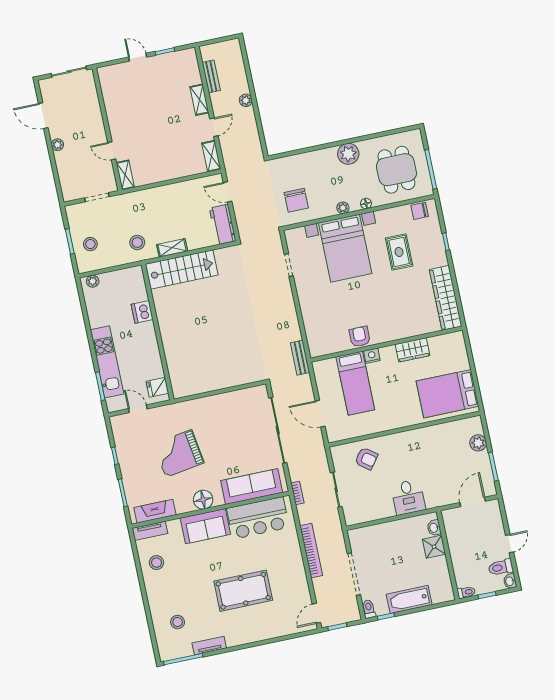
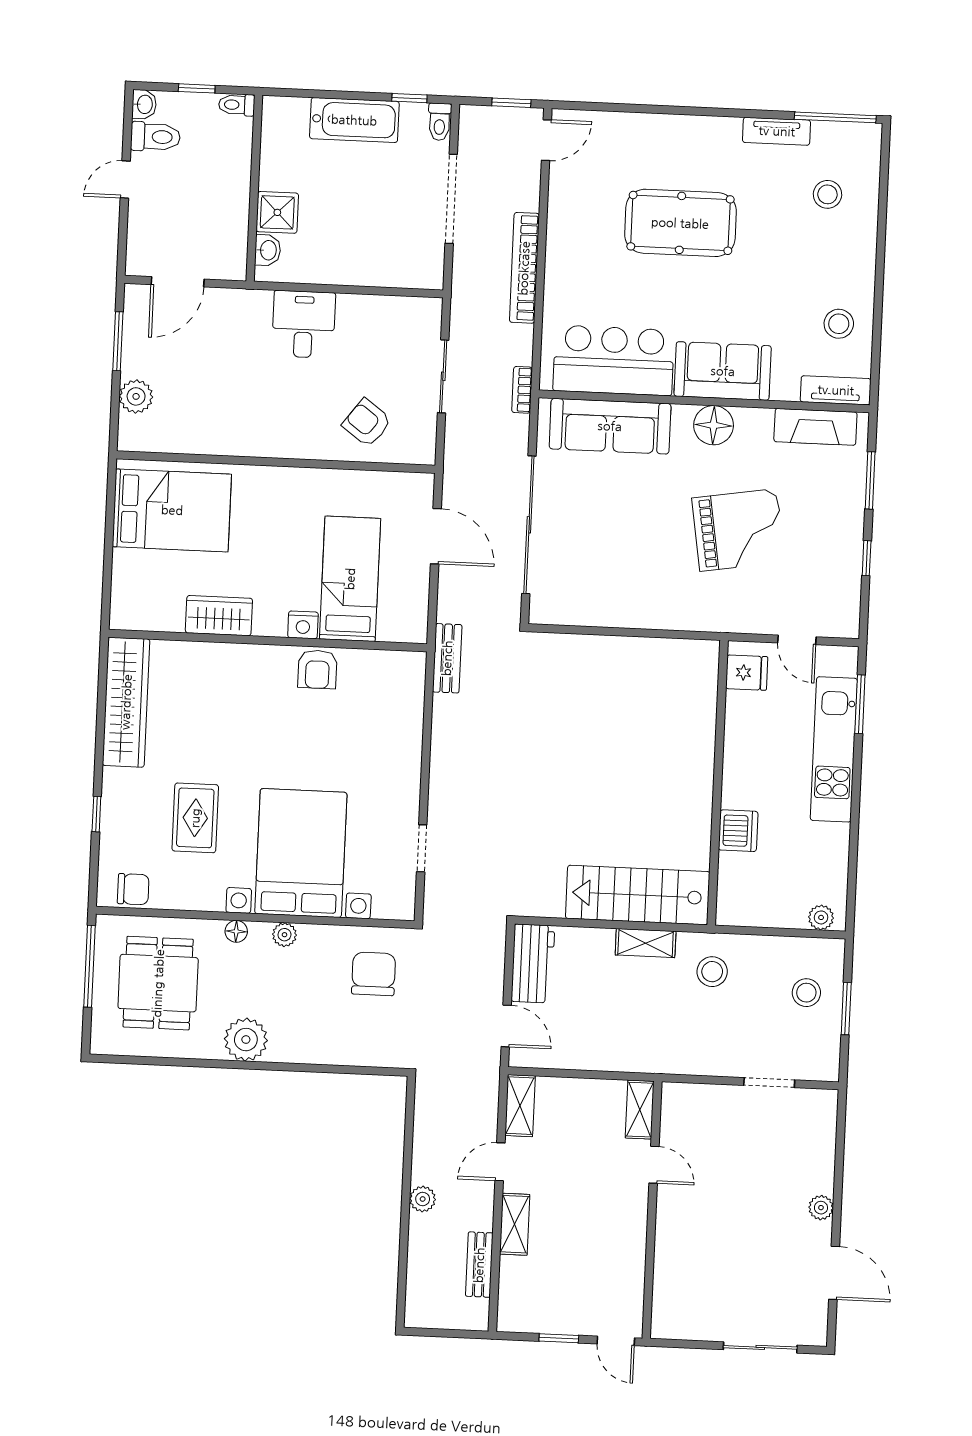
wall: (107, 129) -> (652, 1210), moved
door: (112, 151) -> (654, 1165), moved
shelving: (125, 175) -> (640, 1110), moved

